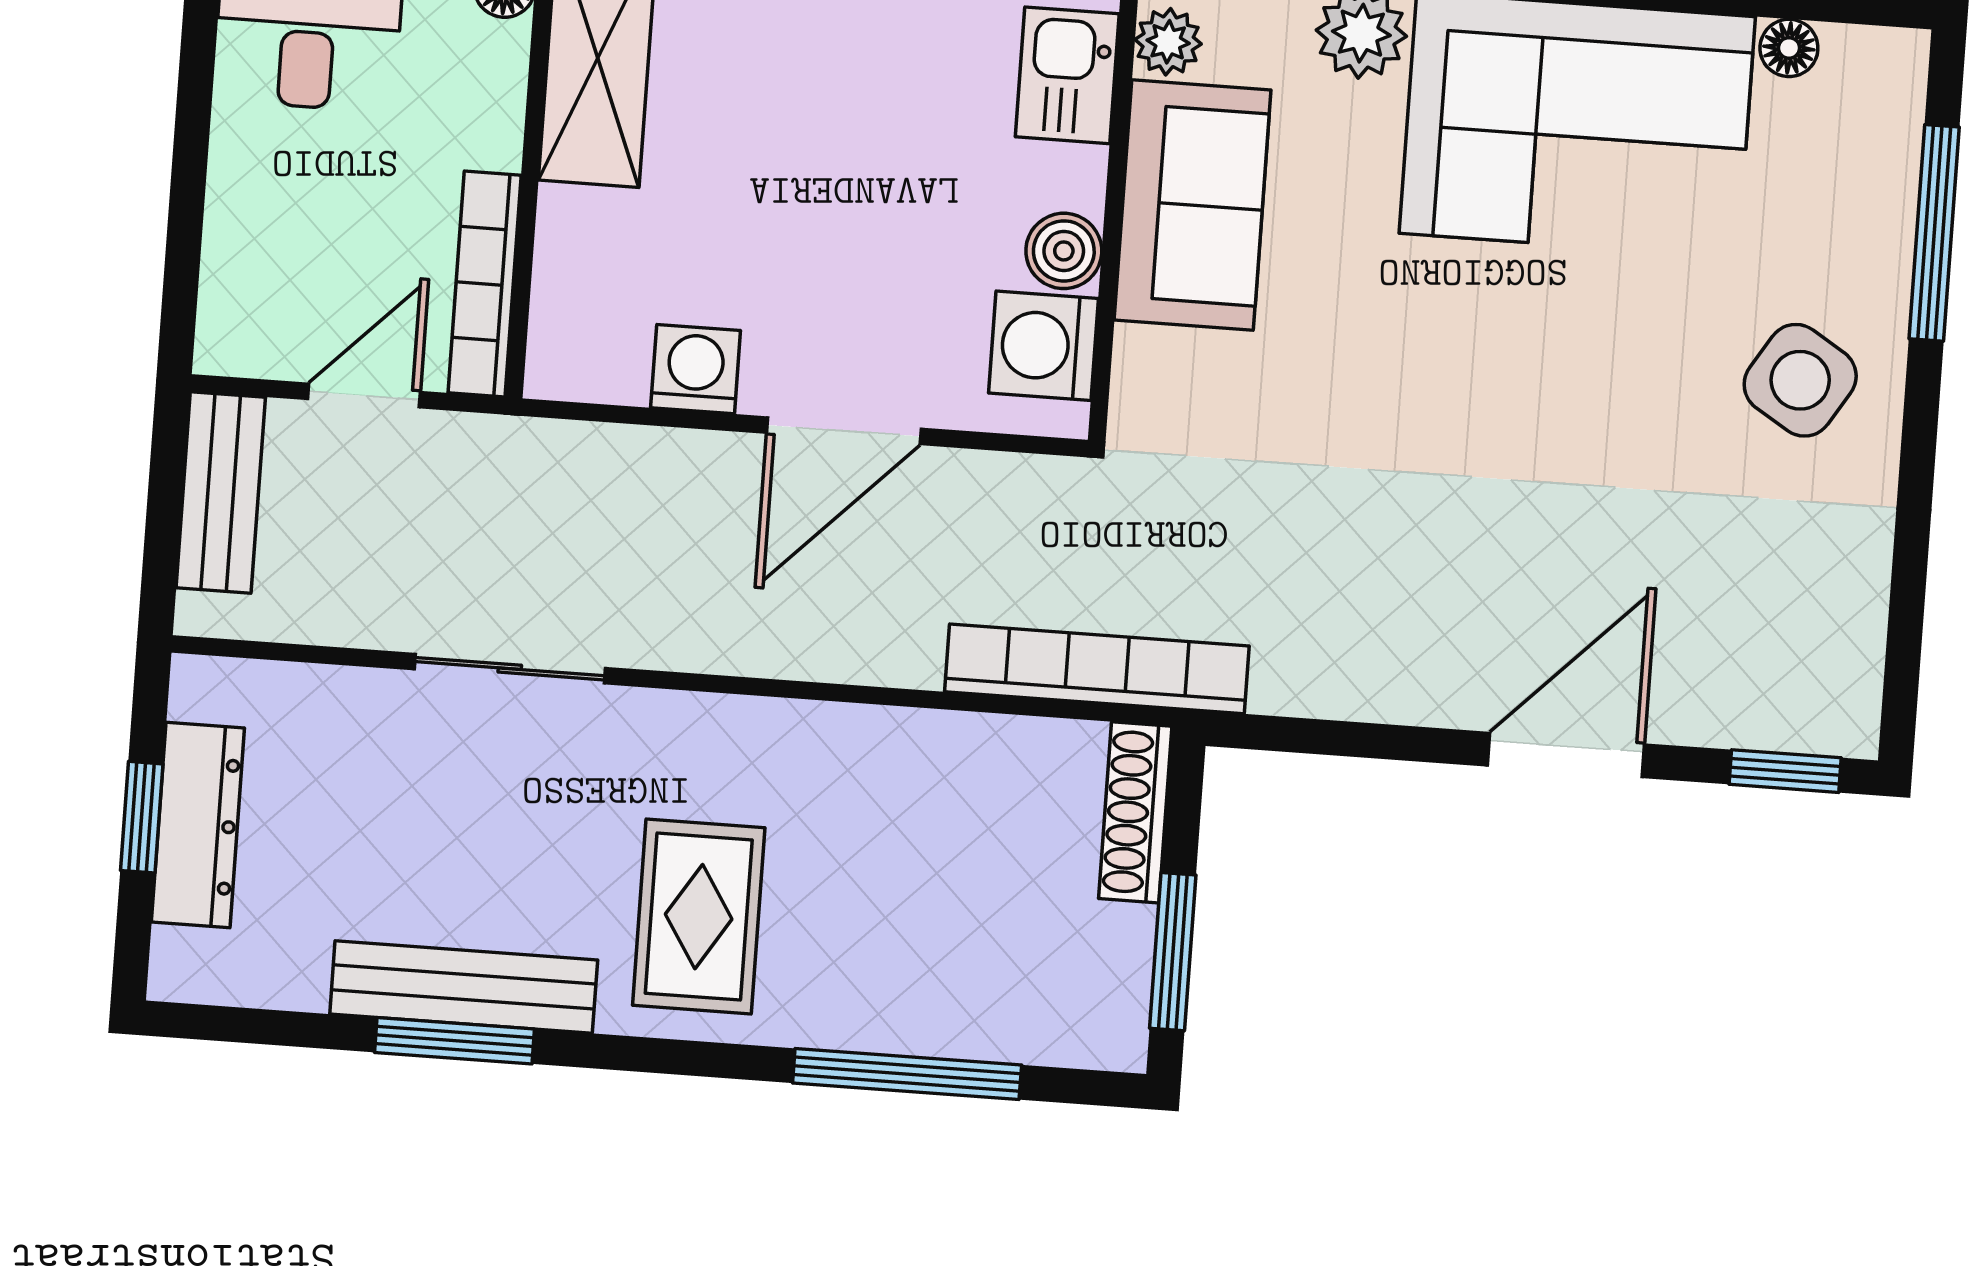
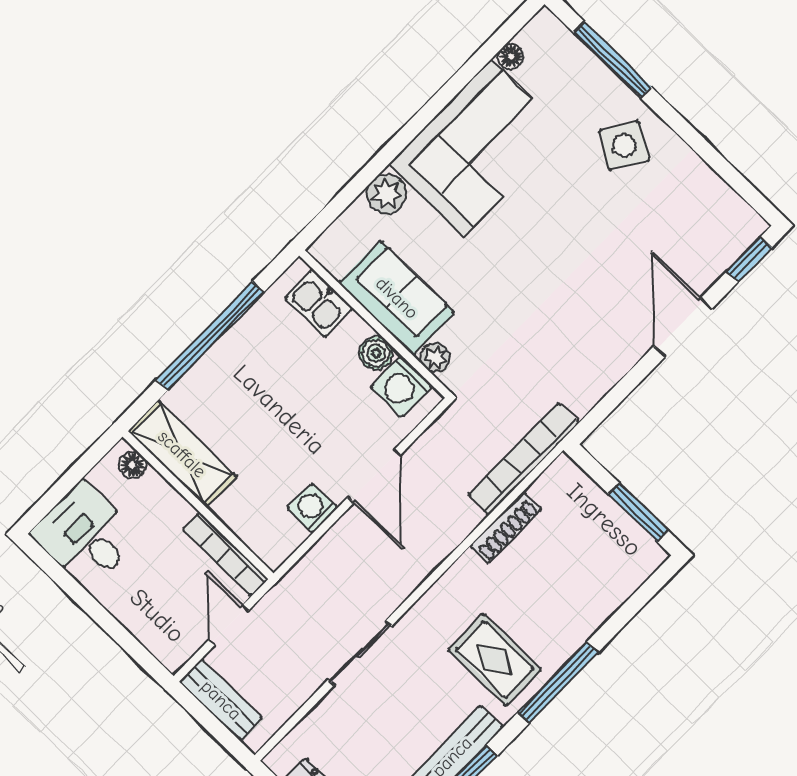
plant: (1168, 42) -> (435, 358), moved
shoe rack: (1135, 812) -> (505, 528), moved, turned -90
window: (907, 1074) -> (558, 683), moved

